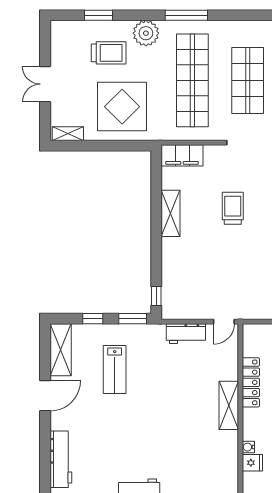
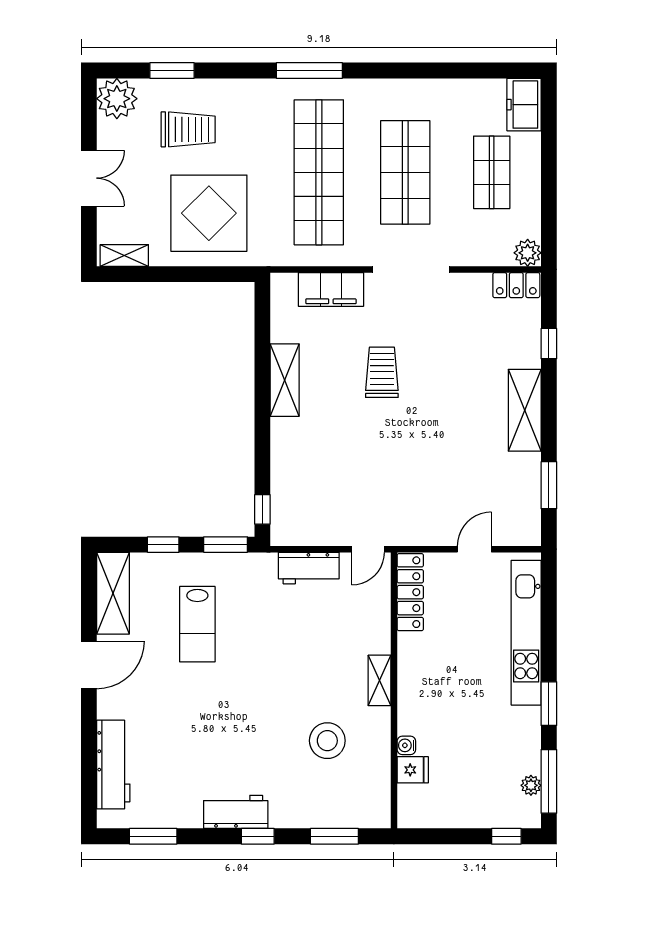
plant: (146, 33) -> (117, 99), moved
double door: (45, 84) -> (89, 178), swing flipped
filing cabinet: (182, 155) -> (331, 289), moved
locker: (251, 382) -> (410, 592), moved
shelving: (229, 405) -> (379, 680), width x0.67, depth x0.75
stool: (198, 444) -> (327, 741), added

